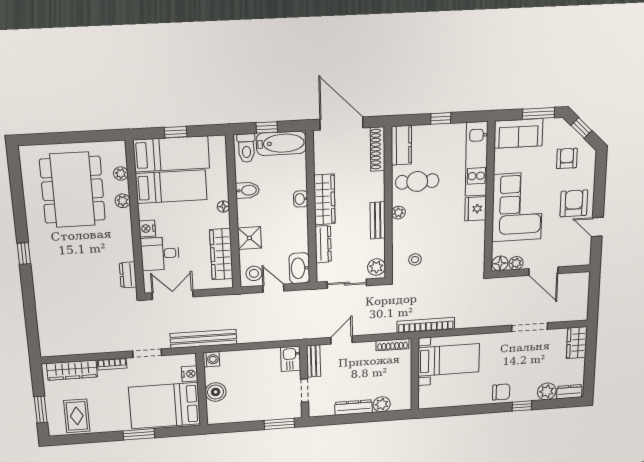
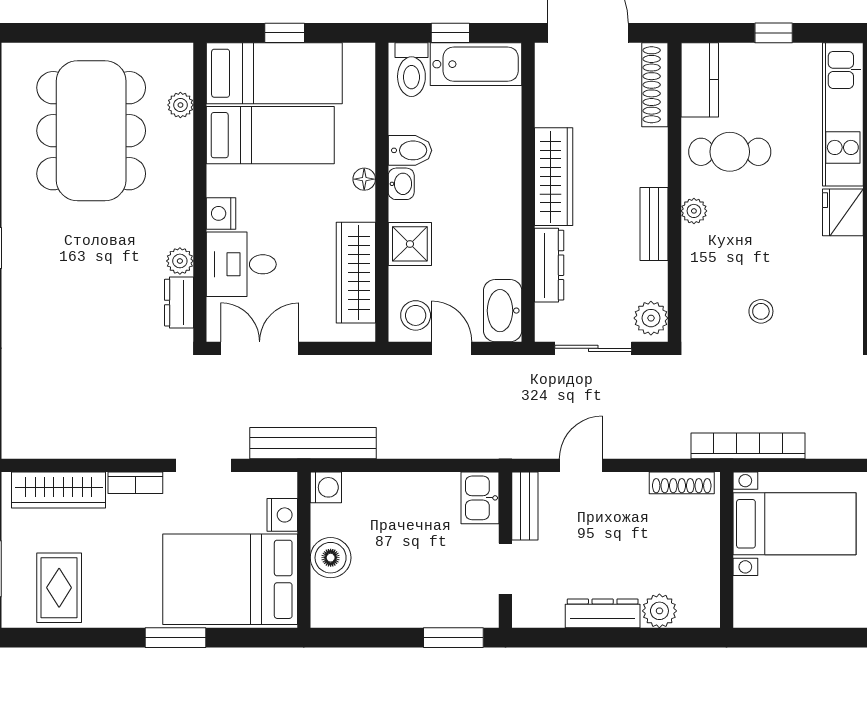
washbasin: (301, 199) -> (401, 184), moved, turned 180
plant: (123, 201) -> (180, 261), moved
stool: (415, 260) -> (761, 311), moved

